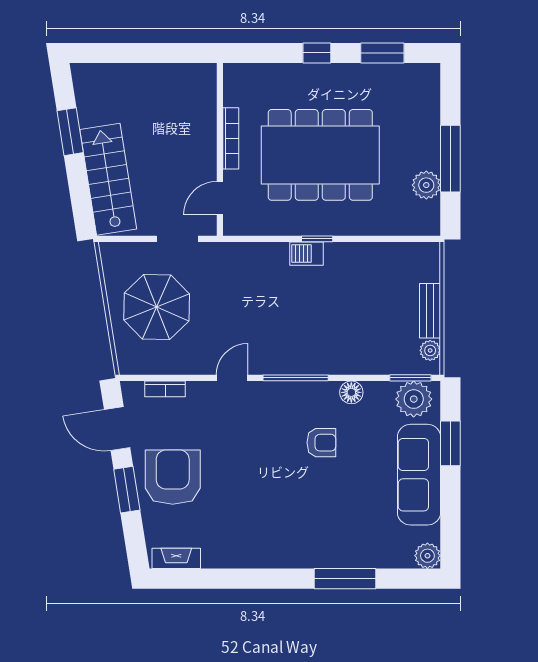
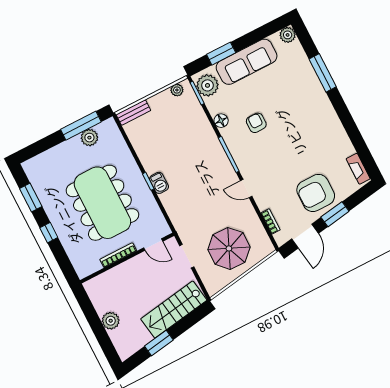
plant: (140, 77) -> (111, 321), added
window: (450, 159) -> (81, 126), moved
bench: (430, 311) -> (133, 112), moved

